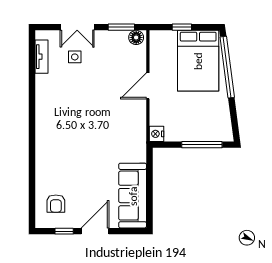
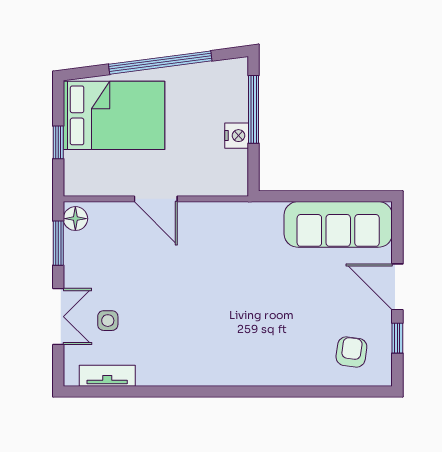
window: (227, 67) -> (160, 63), moved
nightstand: (157, 134) -> (237, 136), moved, turned -90
armchair: (56, 204) -> (351, 352), turned -82

